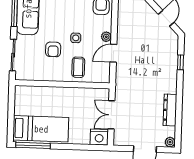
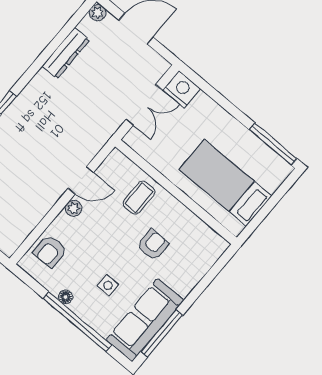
side table: (76, 38) -> (108, 285), moved
sliding door: (13, 55) -> (209, 277), removed
bed: (41, 129) -> (225, 183), moved

